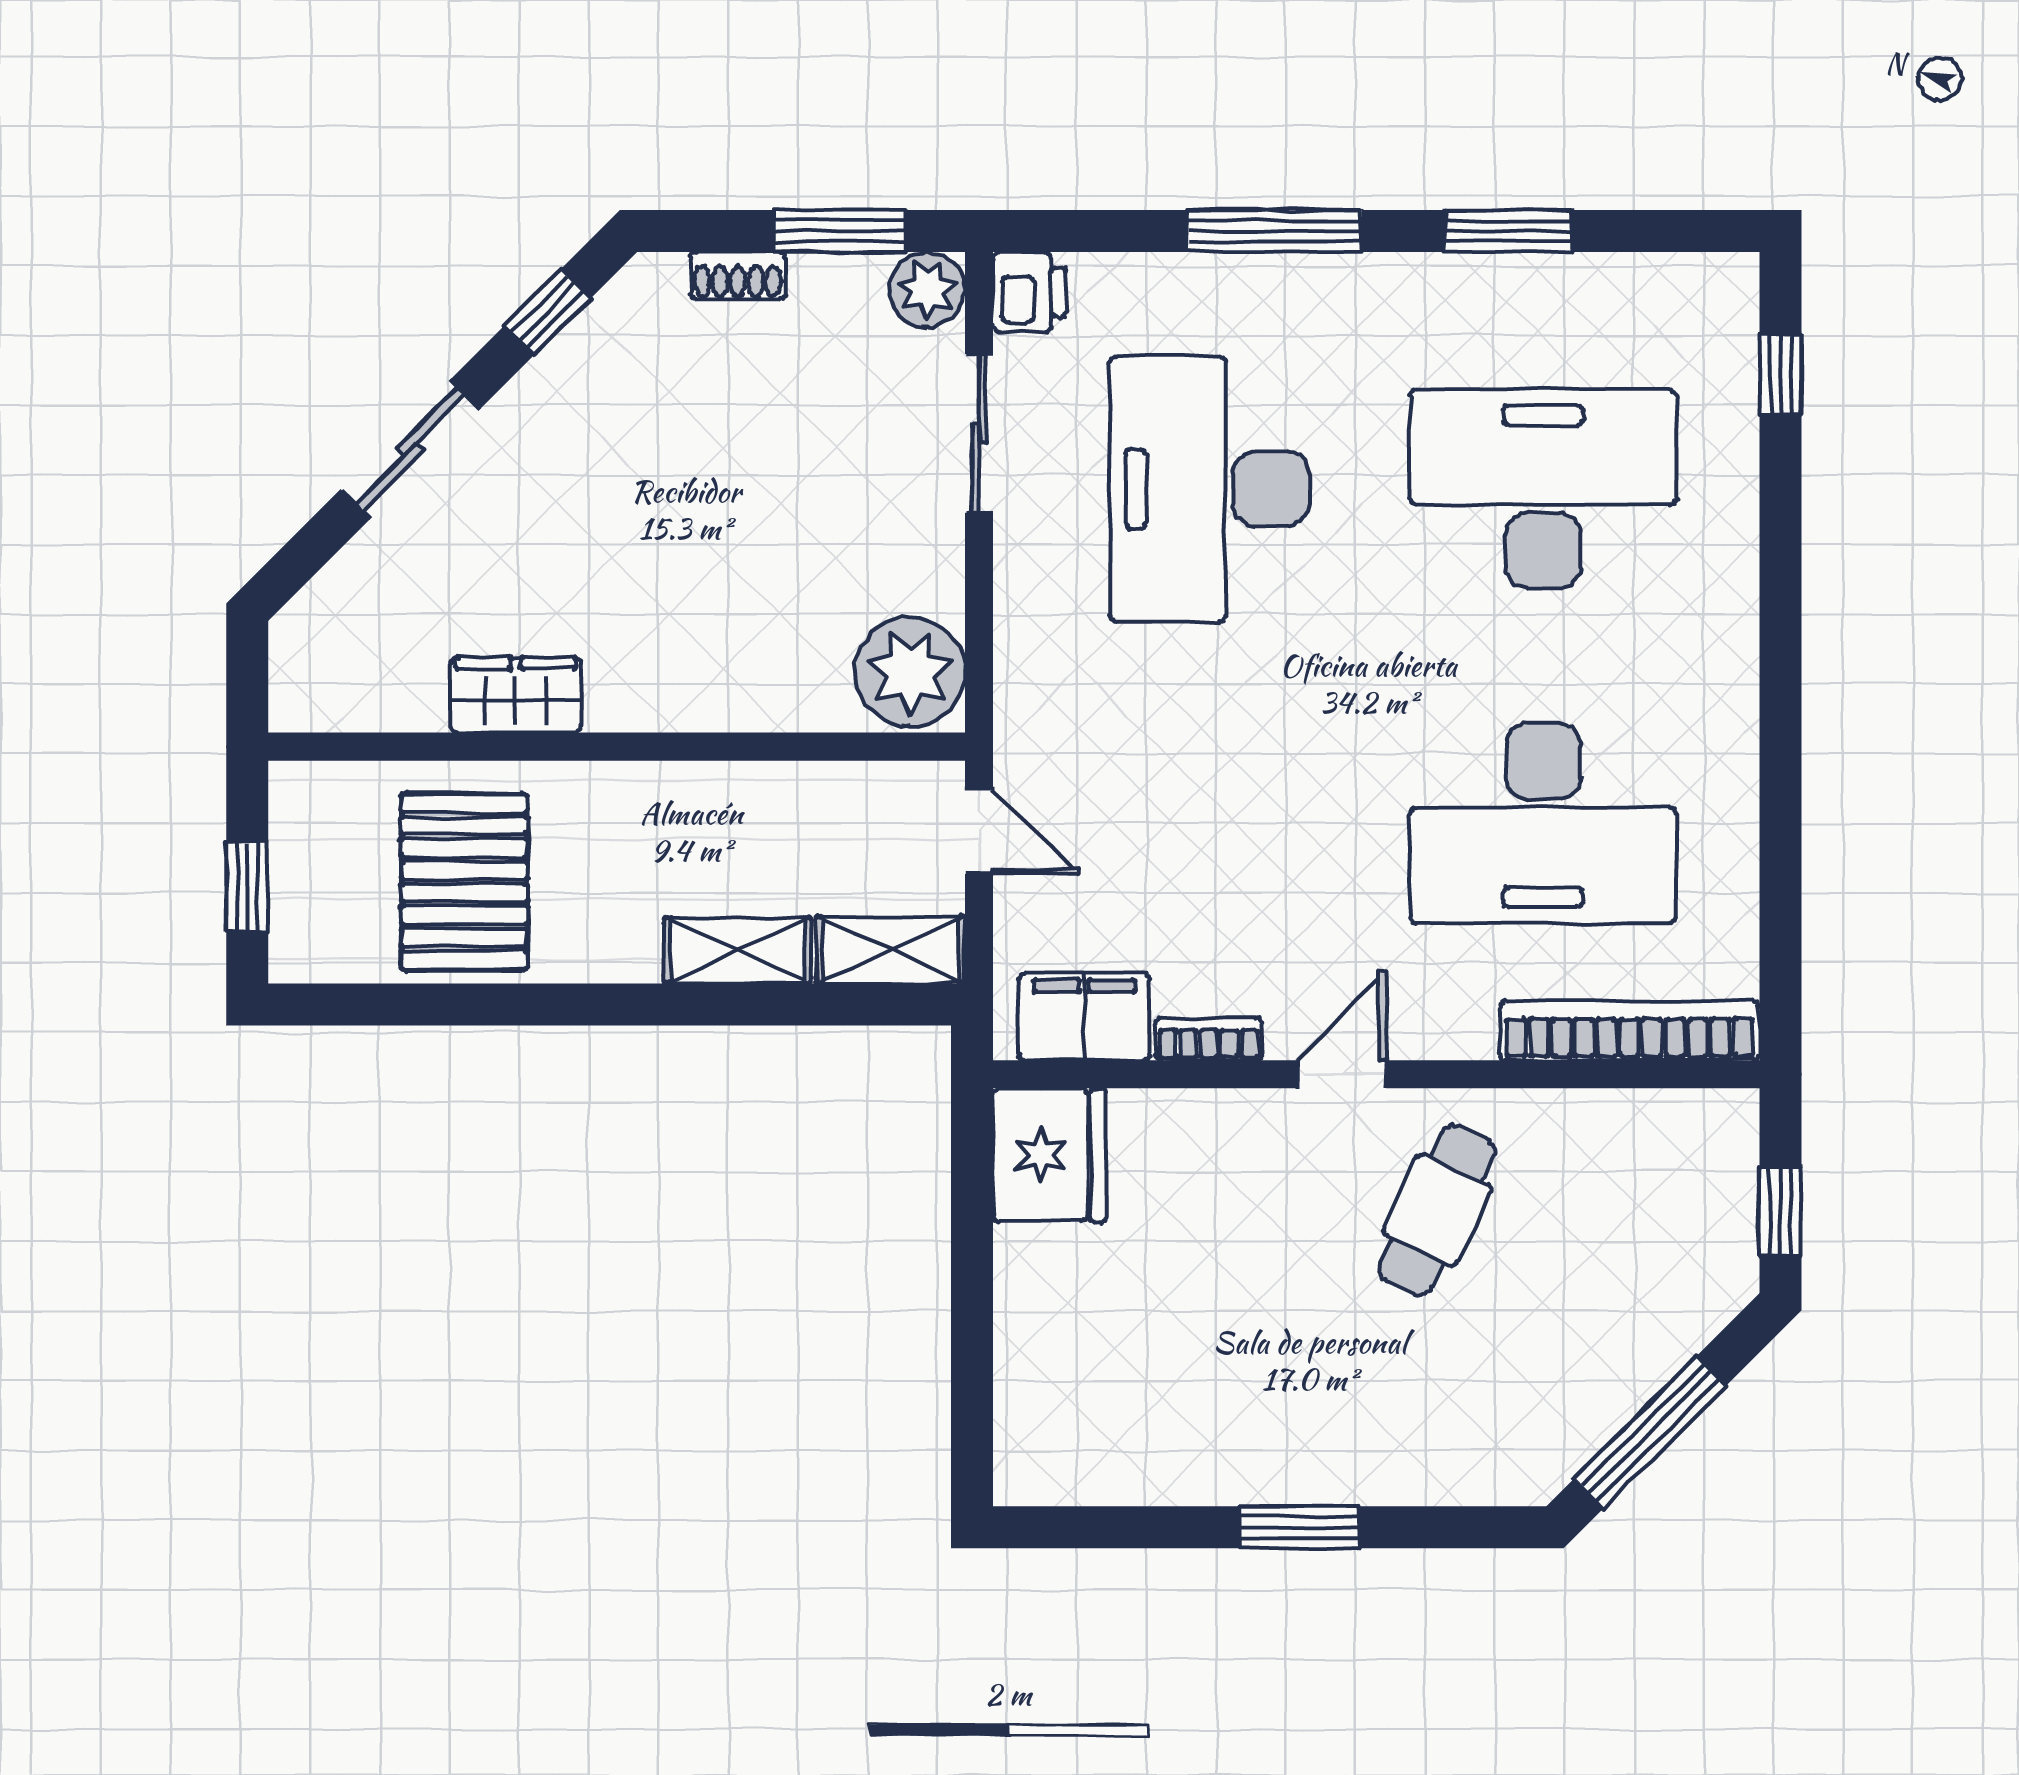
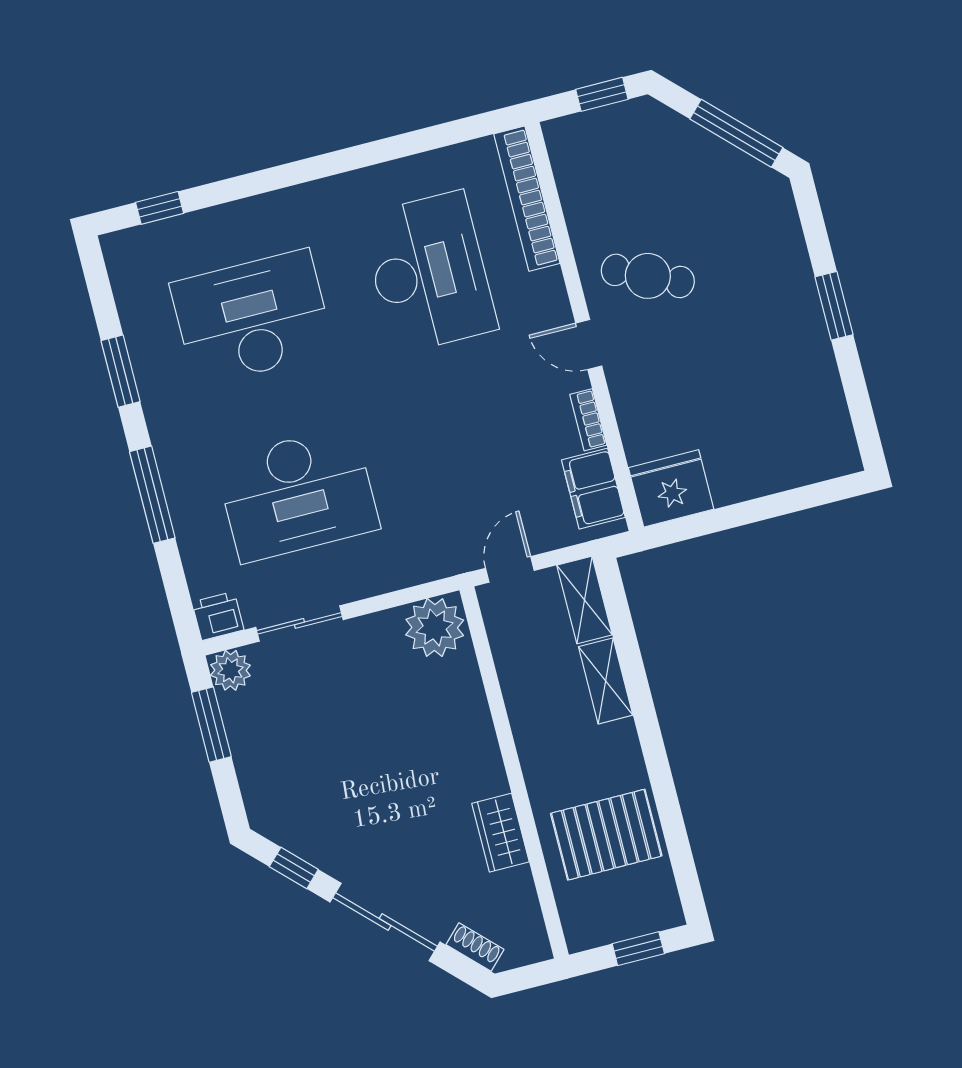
shoe rack: (738, 275) -> (475, 947), moved, turned -45
sliding door: (410, 449) -> (385, 922), width x1.37
desk: (1543, 489) -> (252, 318), turned 90

